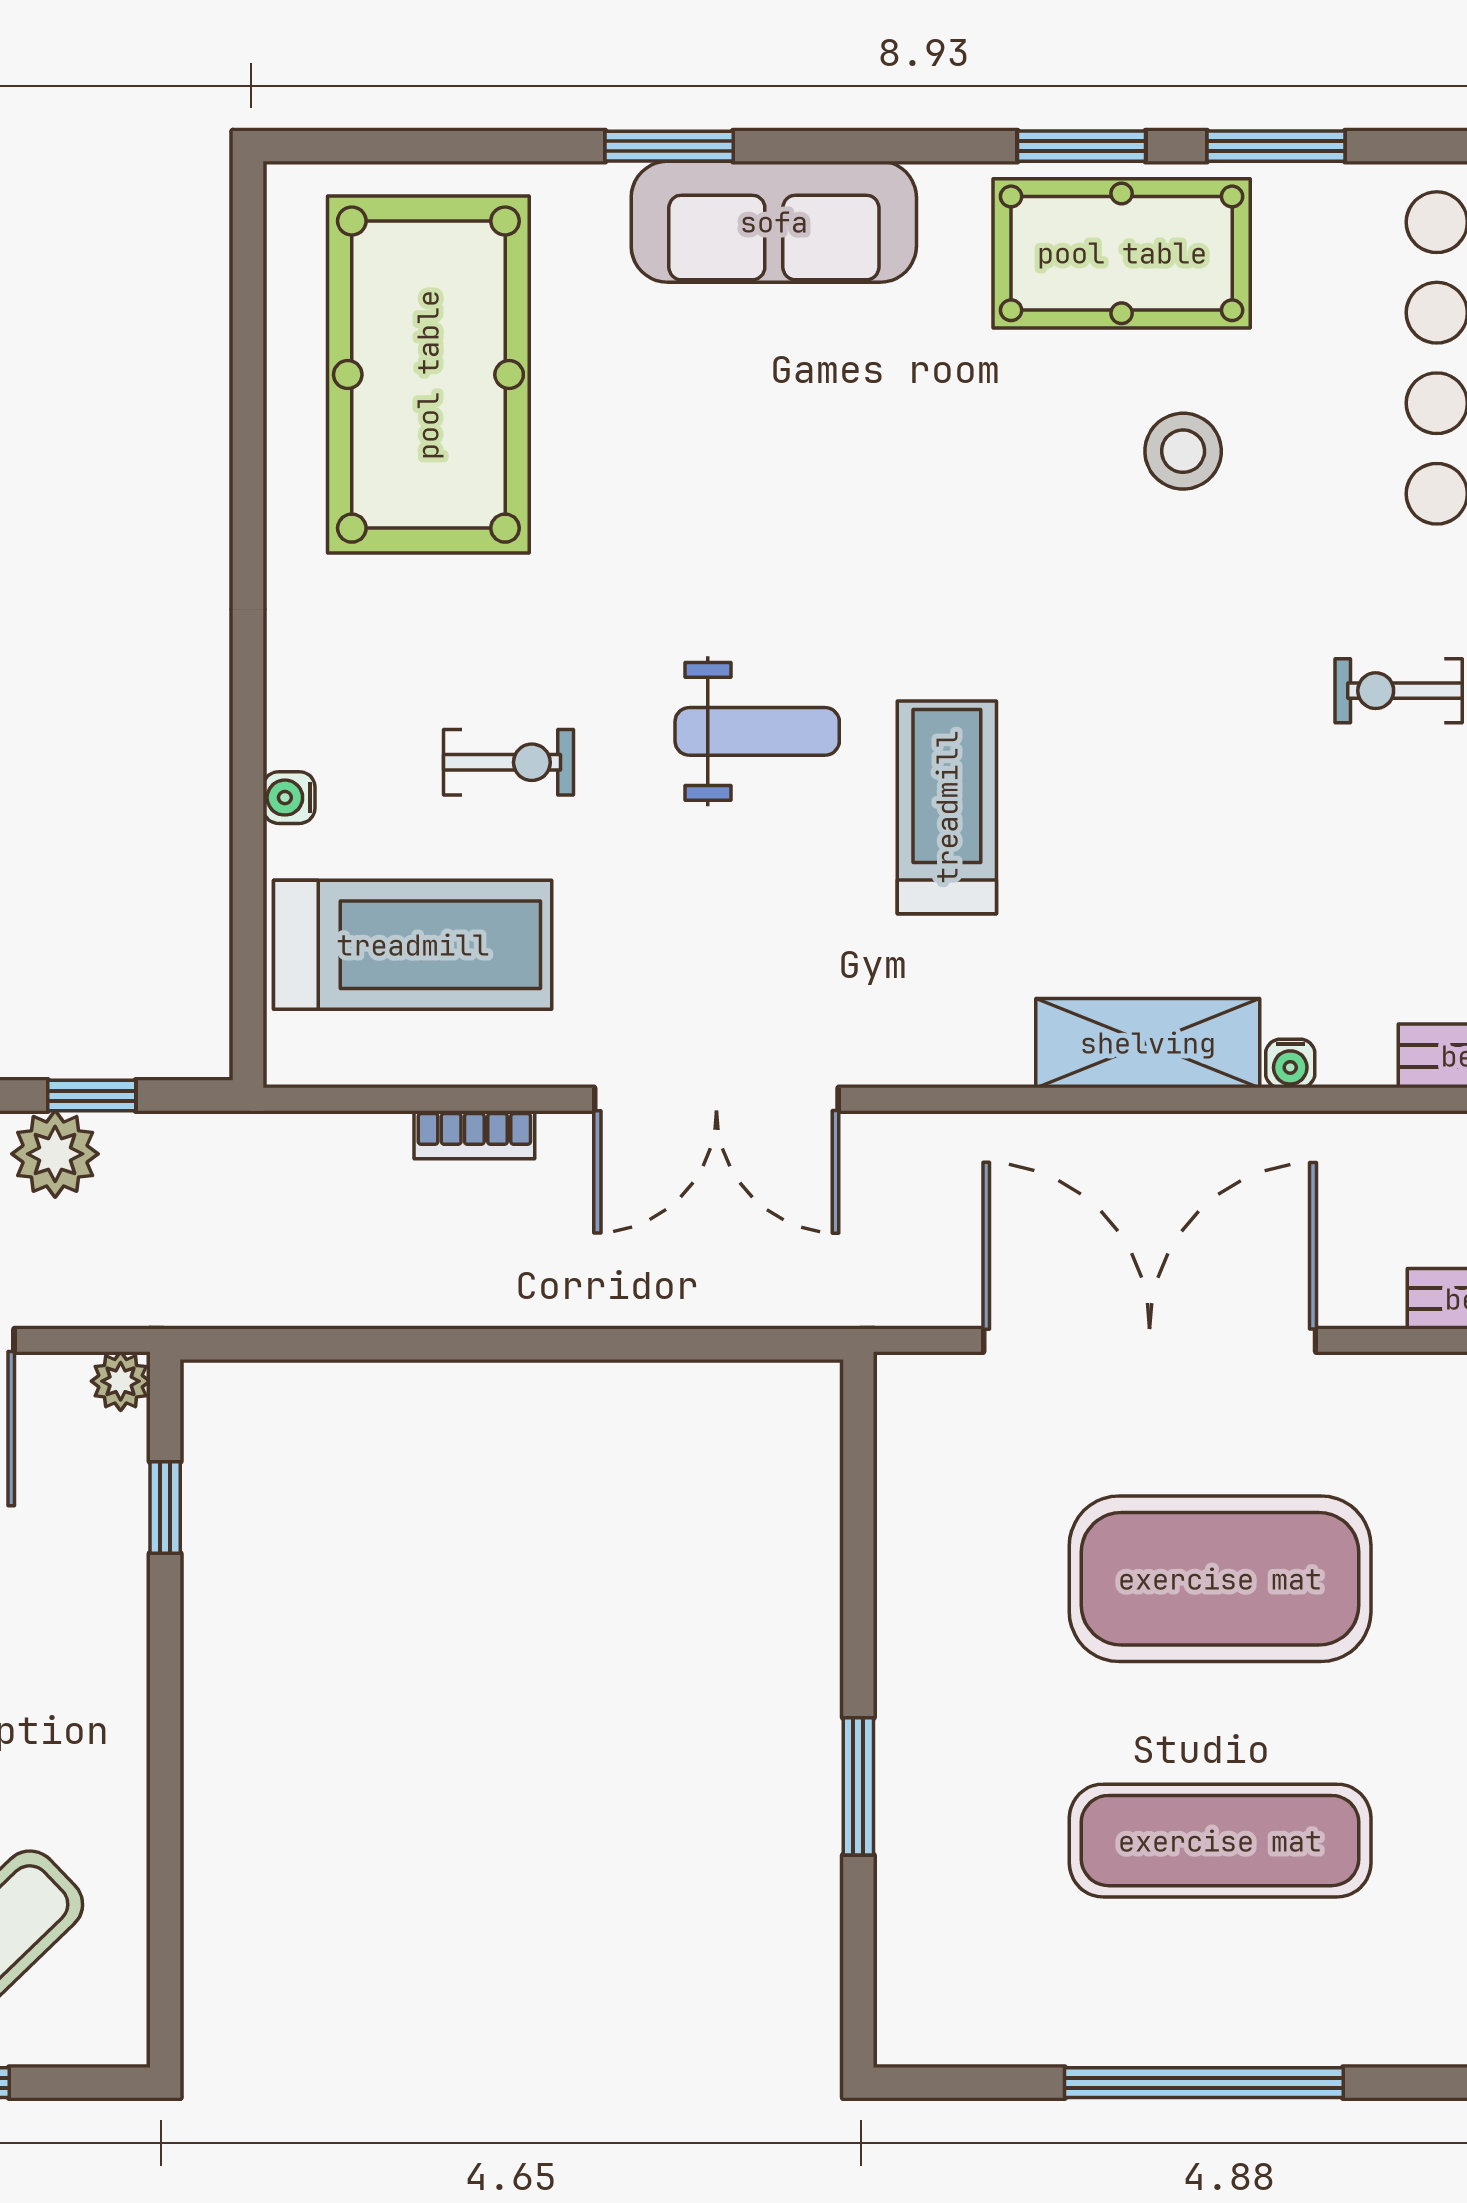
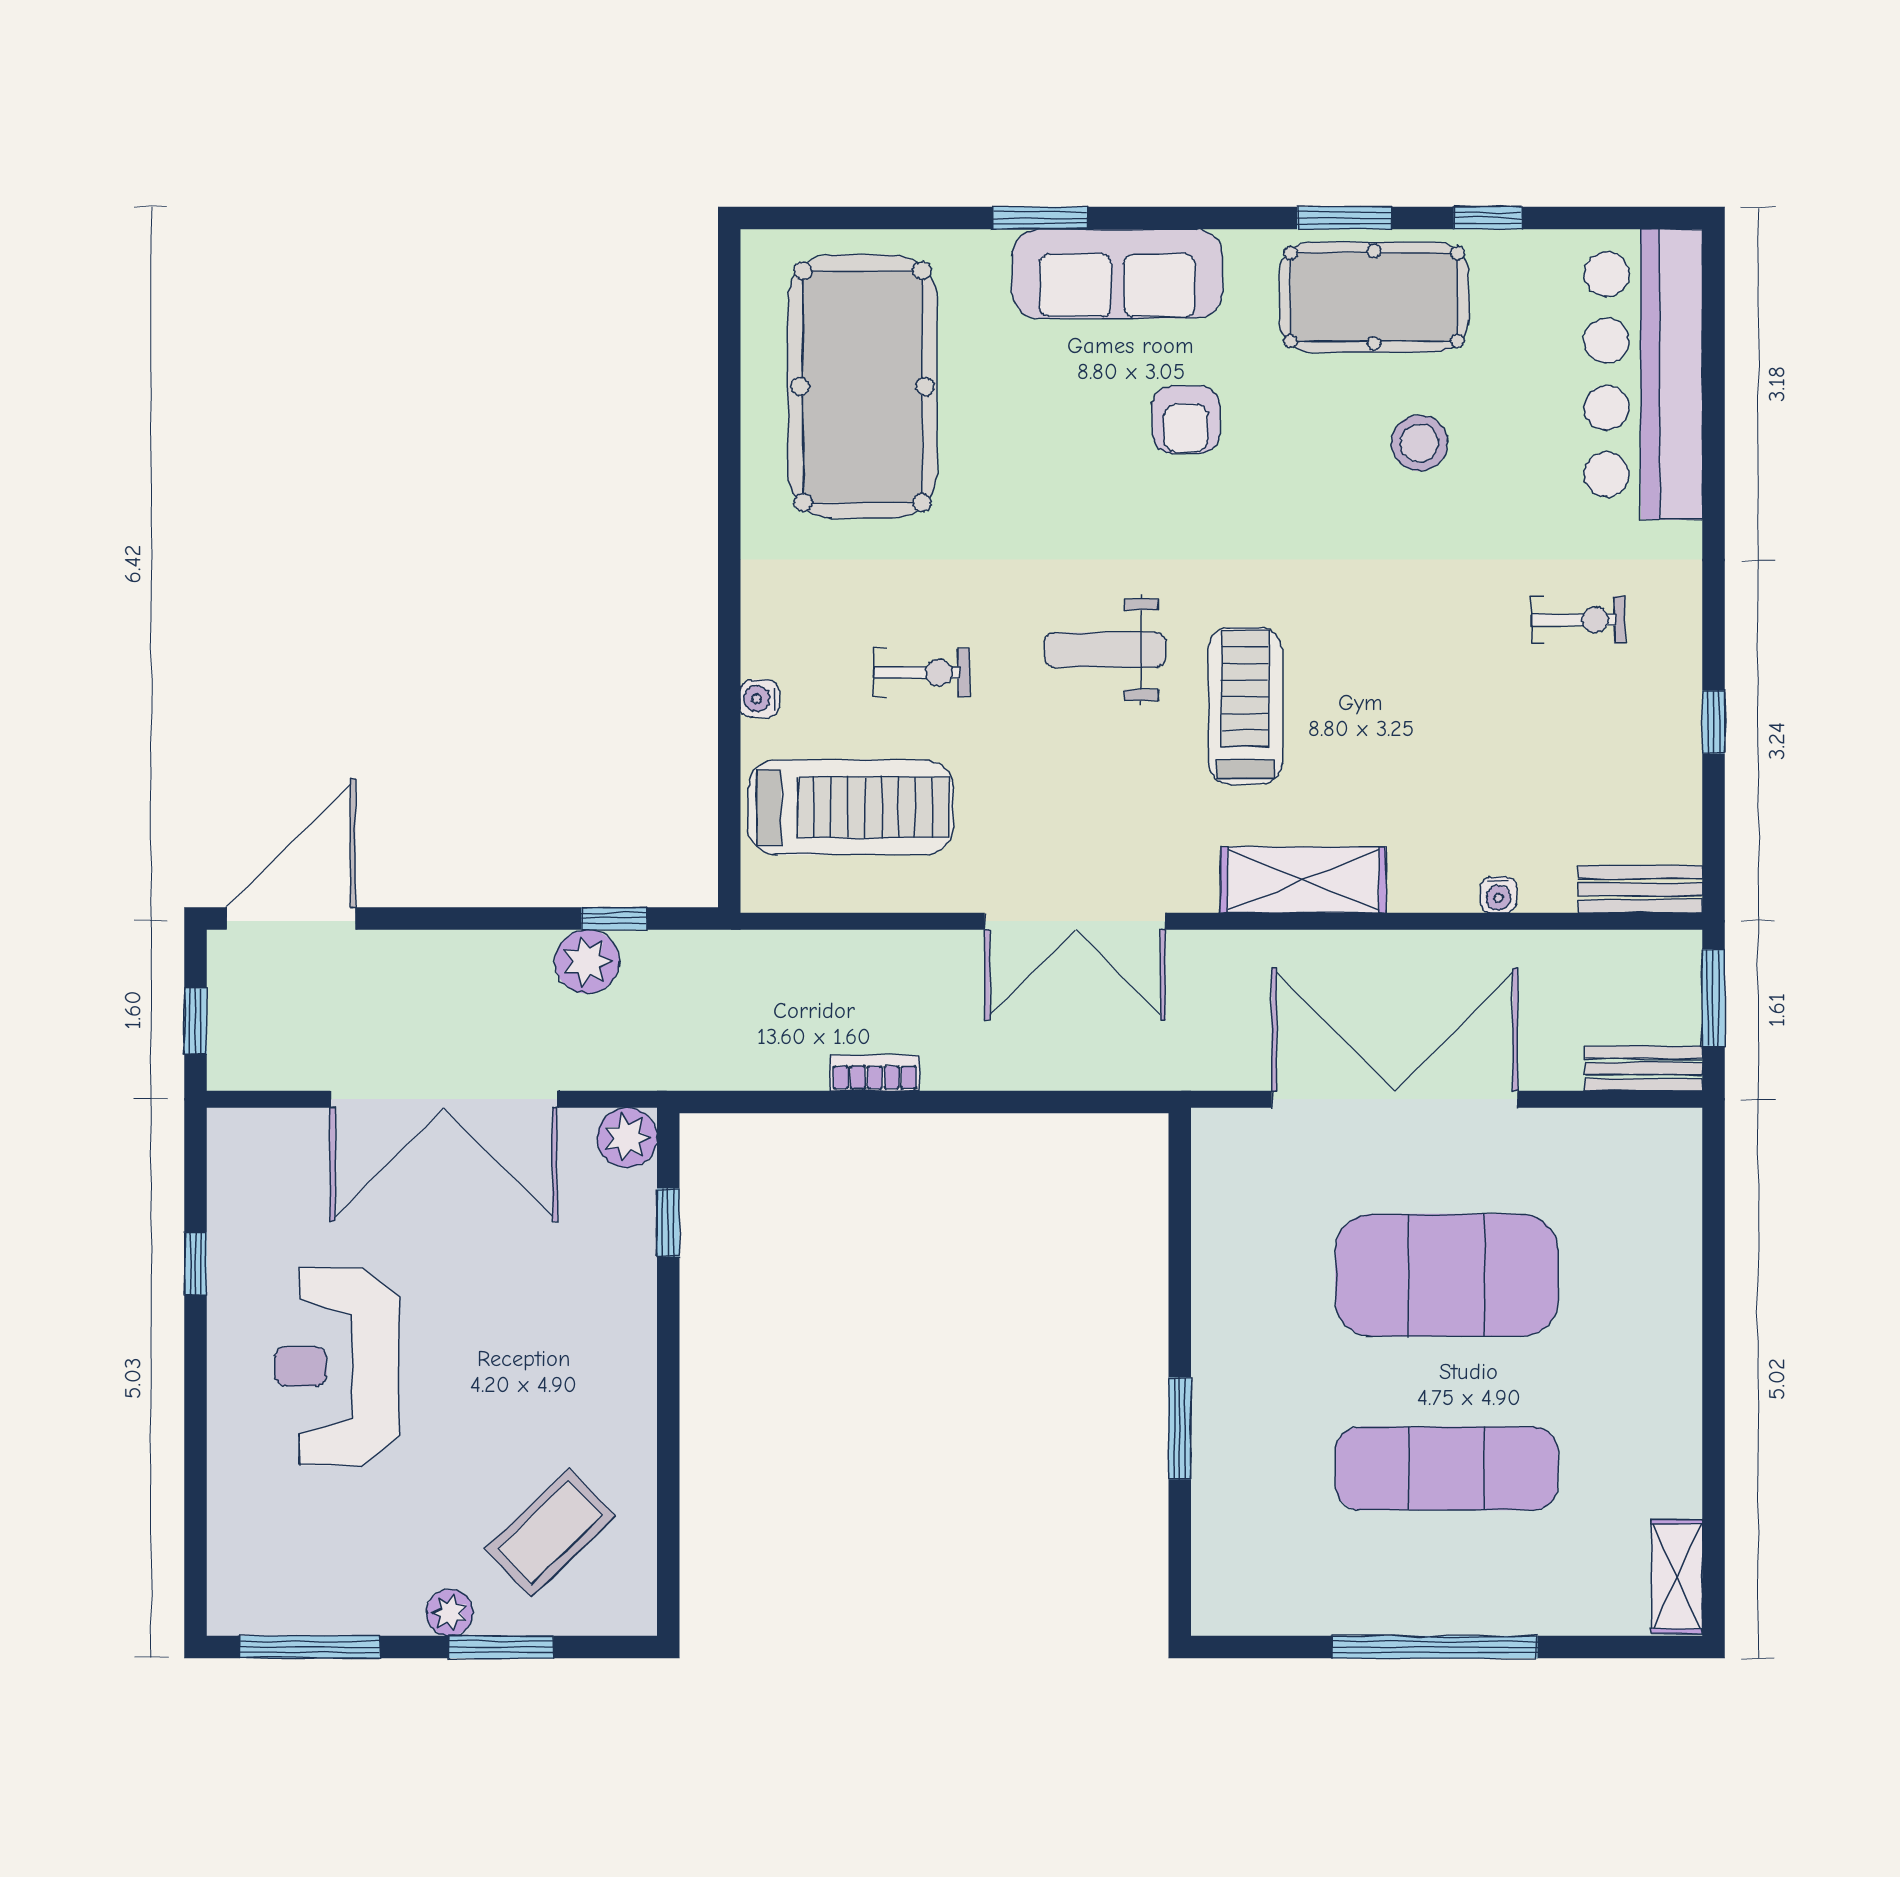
window: (1276, 146) -> (1488, 218), width x0.67
armchair: (867, 420) -> (1186, 420), added
exercise bike: (1399, 691) -> (1578, 620), turned 180
weight bench: (757, 731) -> (1105, 650), turned 180
shelving: (1148, 1043) -> (1303, 880), moved
bookcase: (474, 1135) -> (875, 1073), moved, turned 180
plant: (121, 1381) -> (627, 1138), width x1.38, depth x1.38

